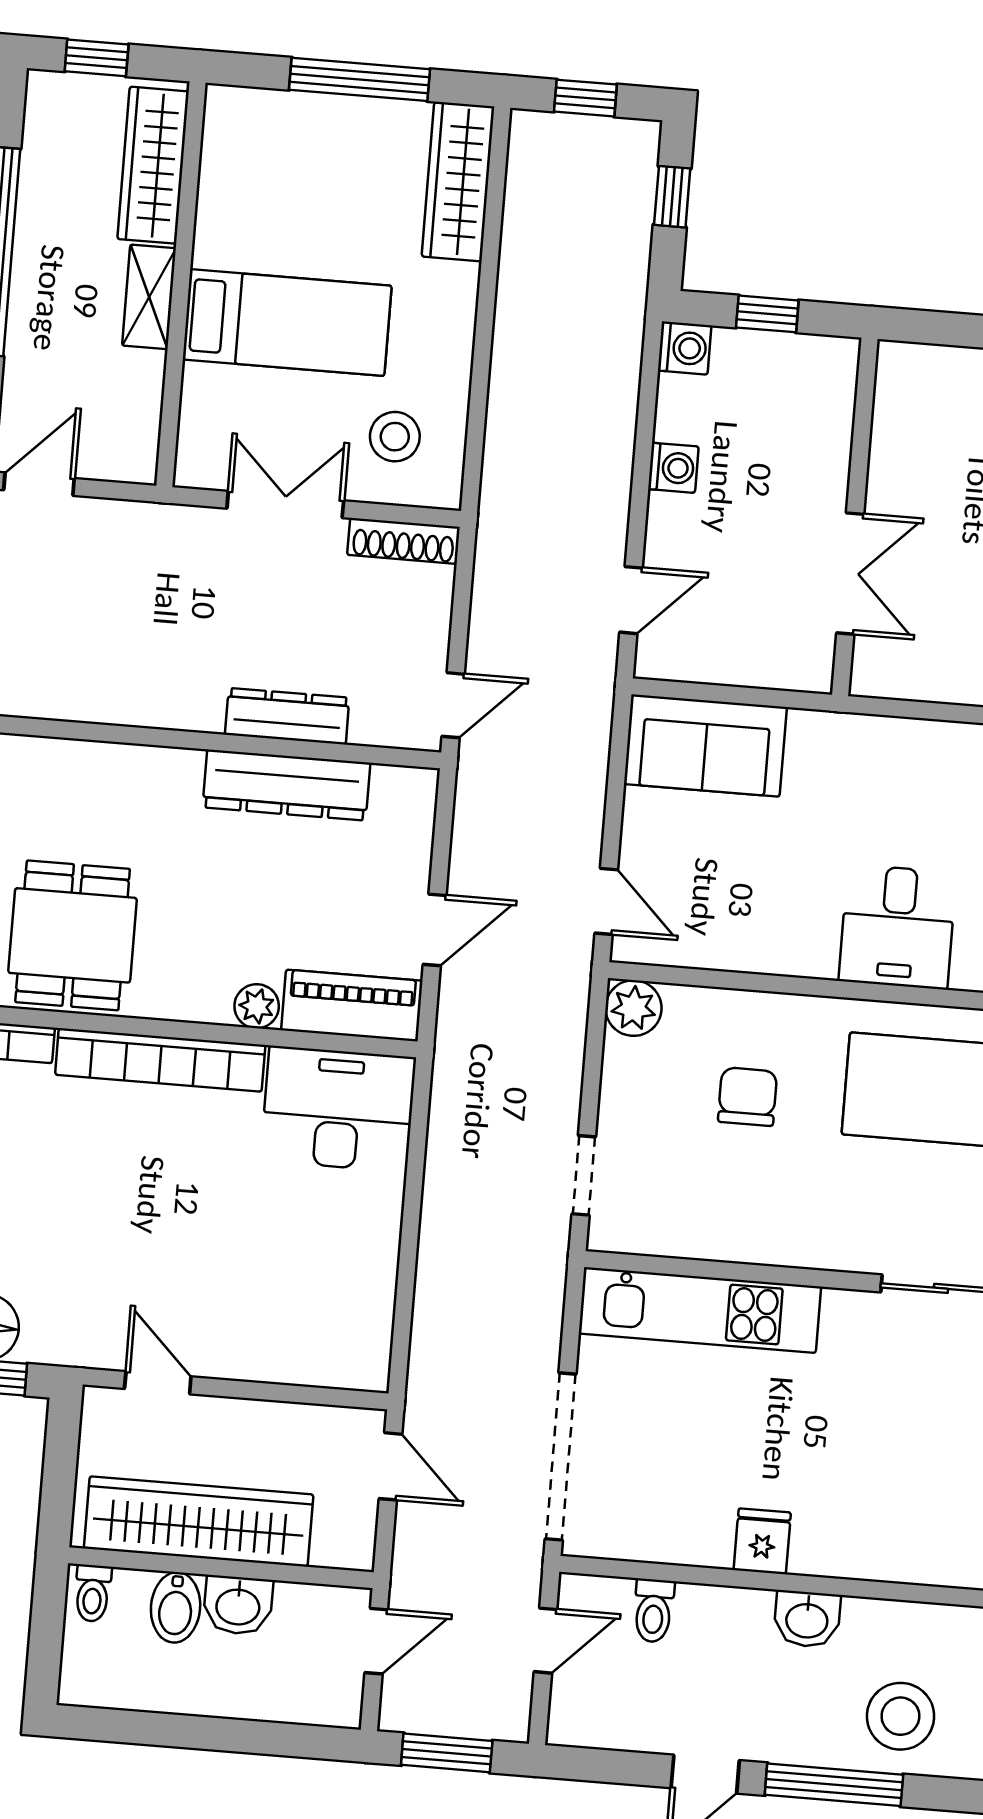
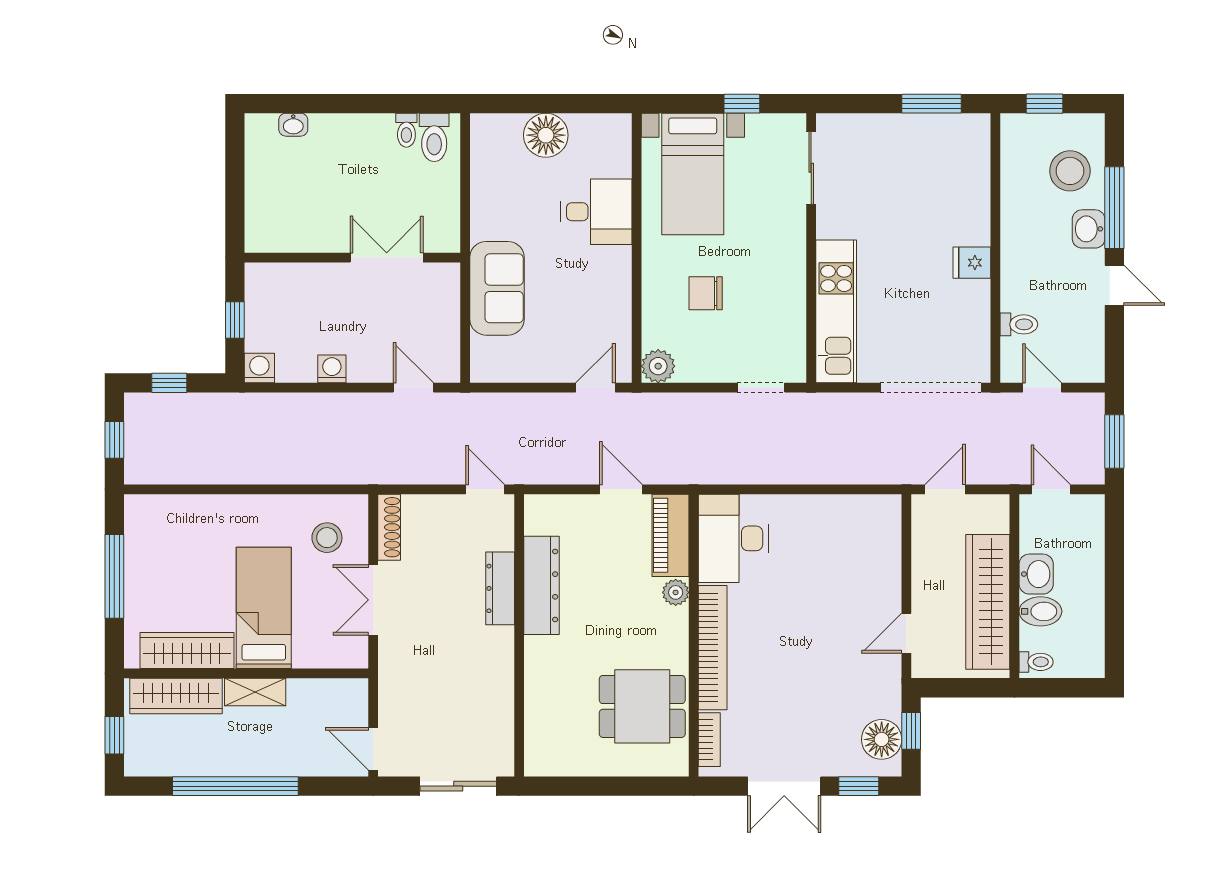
wardrobe: (458, 181) -> (187, 651), moved, turned 180
sofa: (705, 746) -> (497, 288), moved
washbasin: (807, 1619) -> (1089, 229), moved, turned 180

